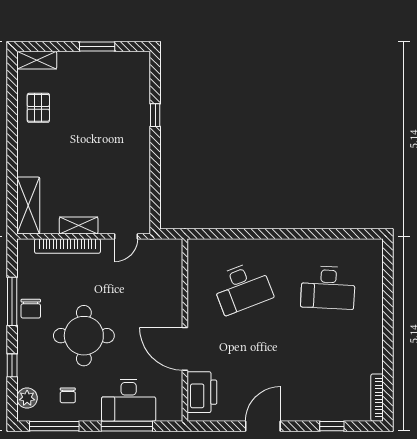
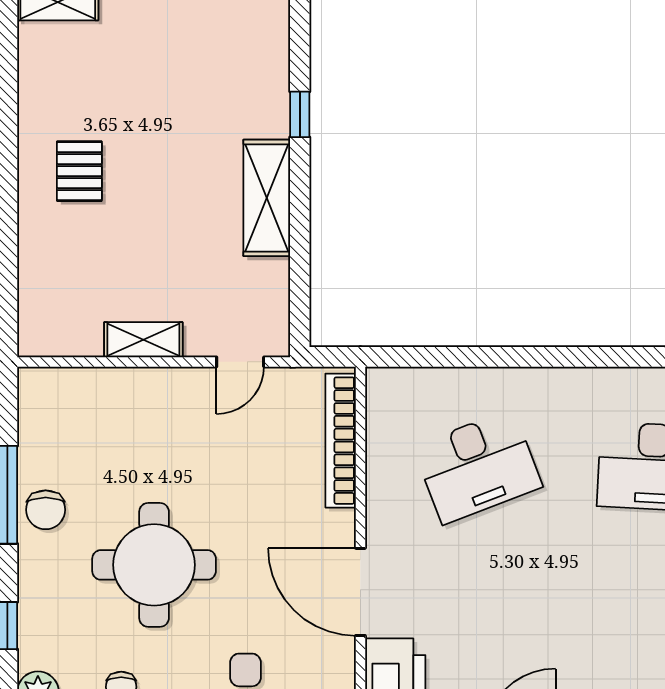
pallet: (38, 108) -> (79, 171), moved
shelving: (28, 205) -> (267, 198), moved
bookcase: (67, 246) -> (341, 441), moved, turned 90

